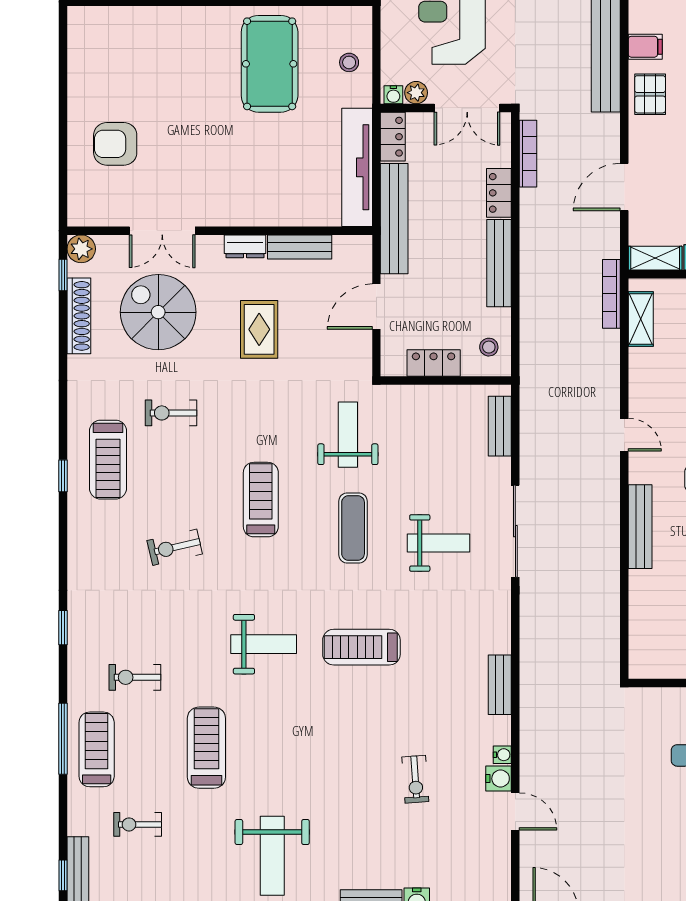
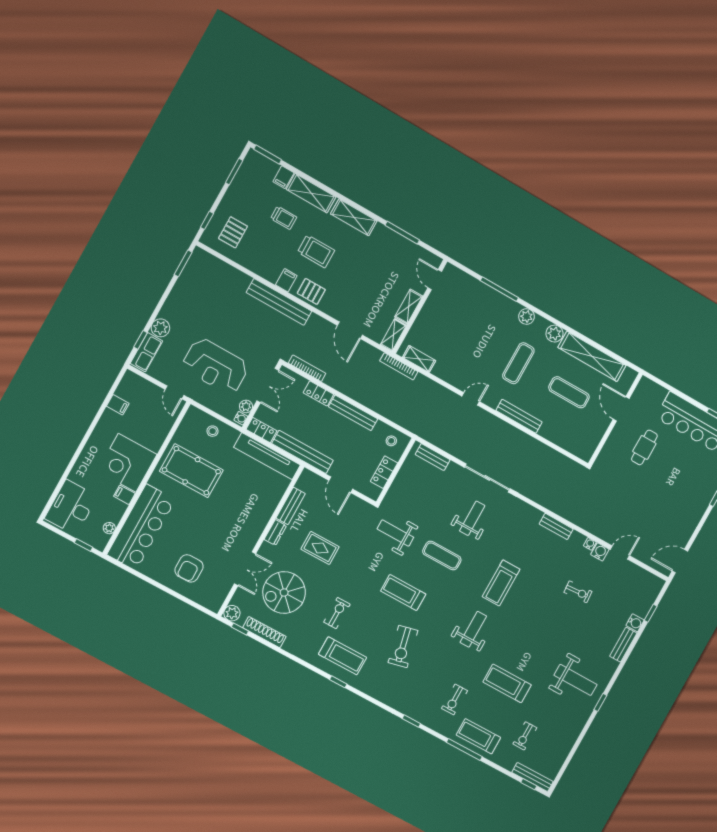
bar counter: (139, 35) -> (141, 527), added
exercise bike: (171, 413) -> (337, 613), turned 180
exercise bike: (175, 547) -> (403, 647), width x1.38, depth x1.39

